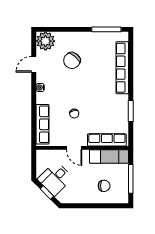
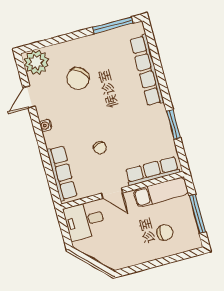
desk: (55, 178) -> (85, 221), moved, turned 45
window: (47, 192) -> (92, 262), removed

